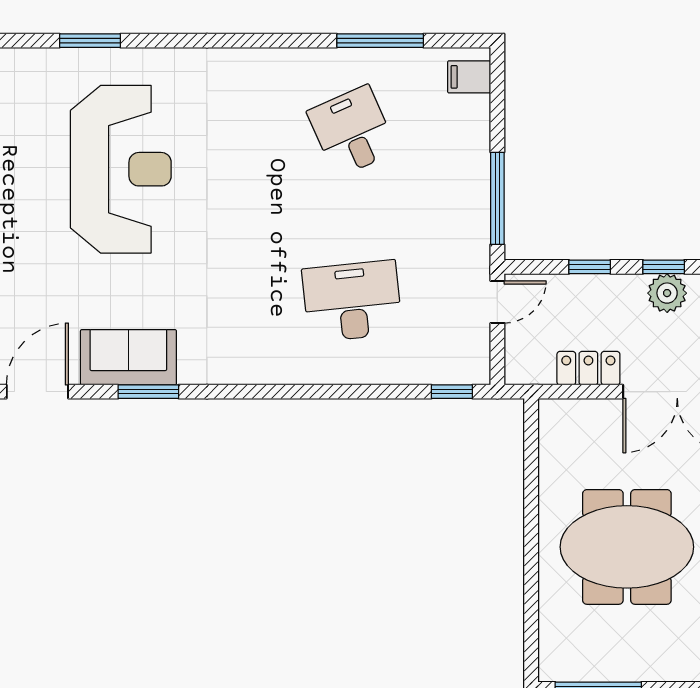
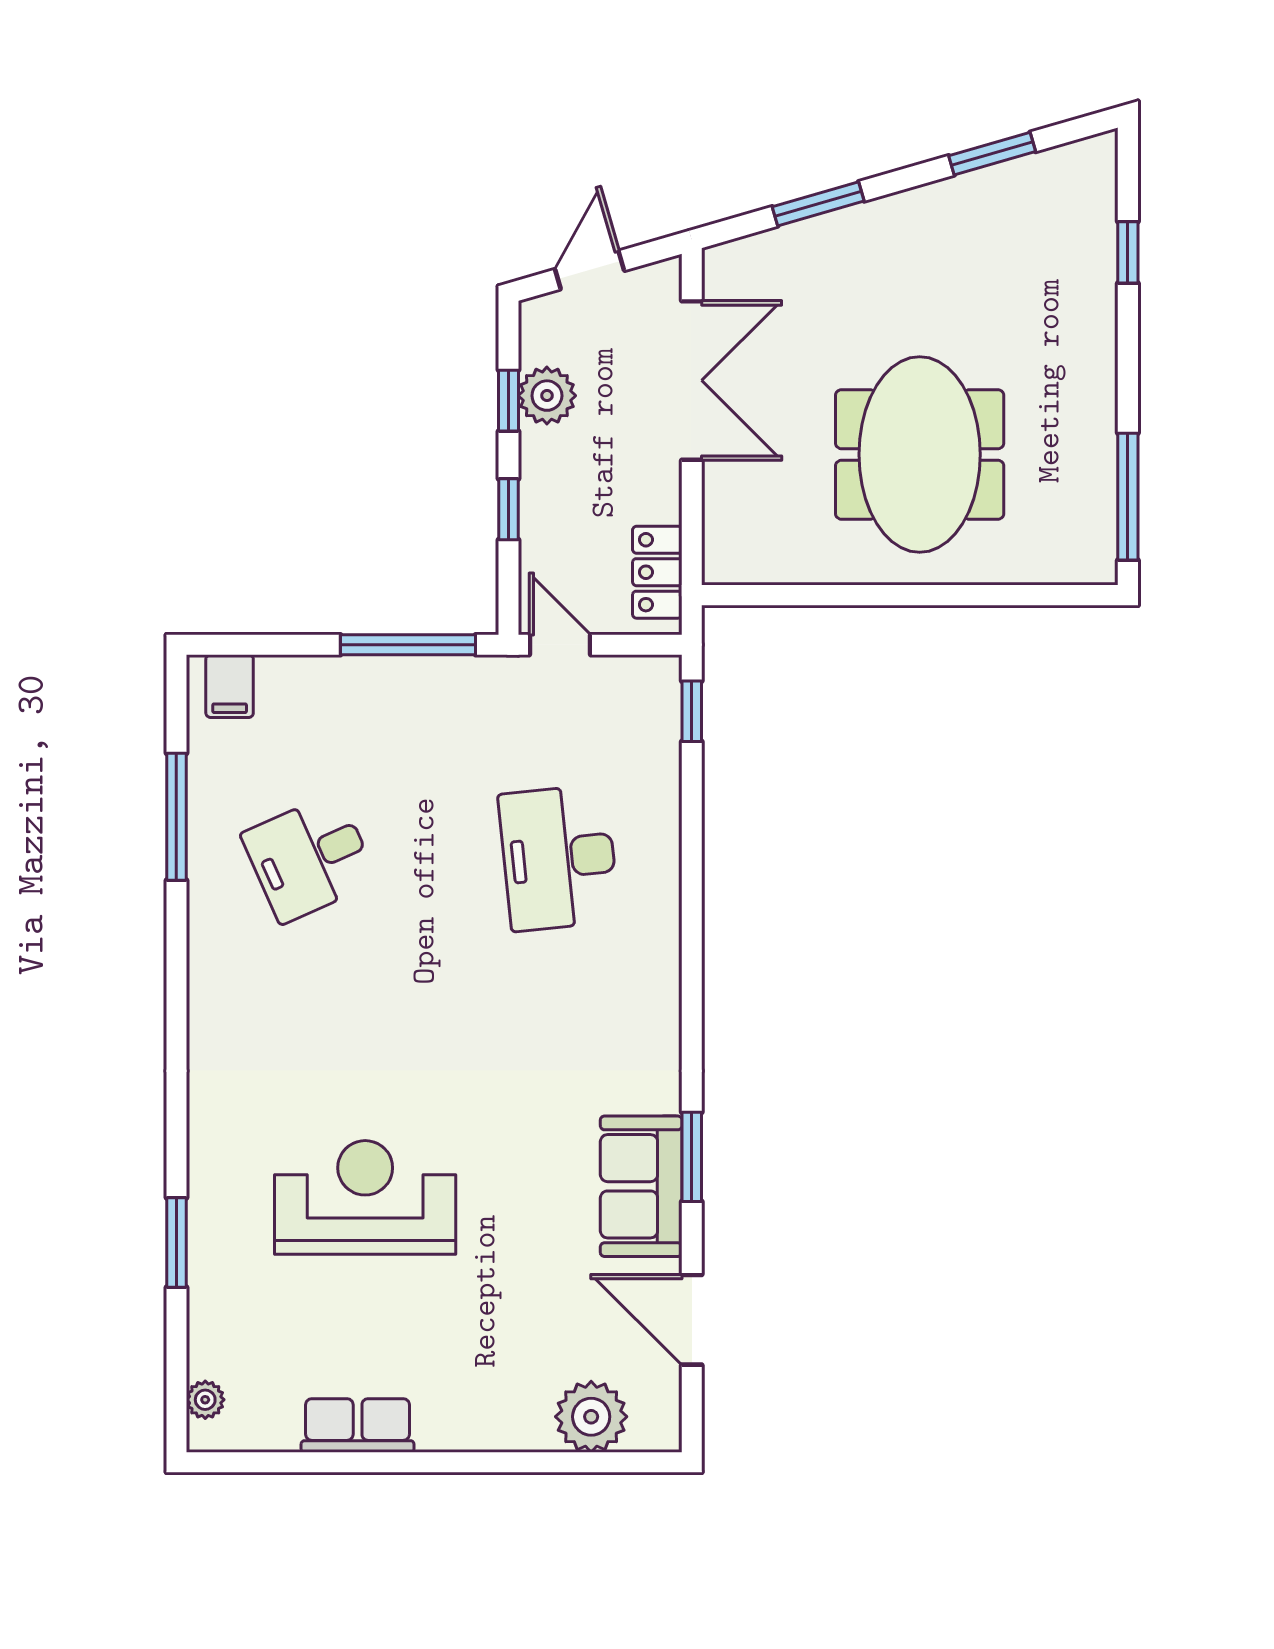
reception desk: (121, 169) -> (365, 1197), width x0.74, depth x0.77
locker: (588, 368) -> (657, 572), moved

